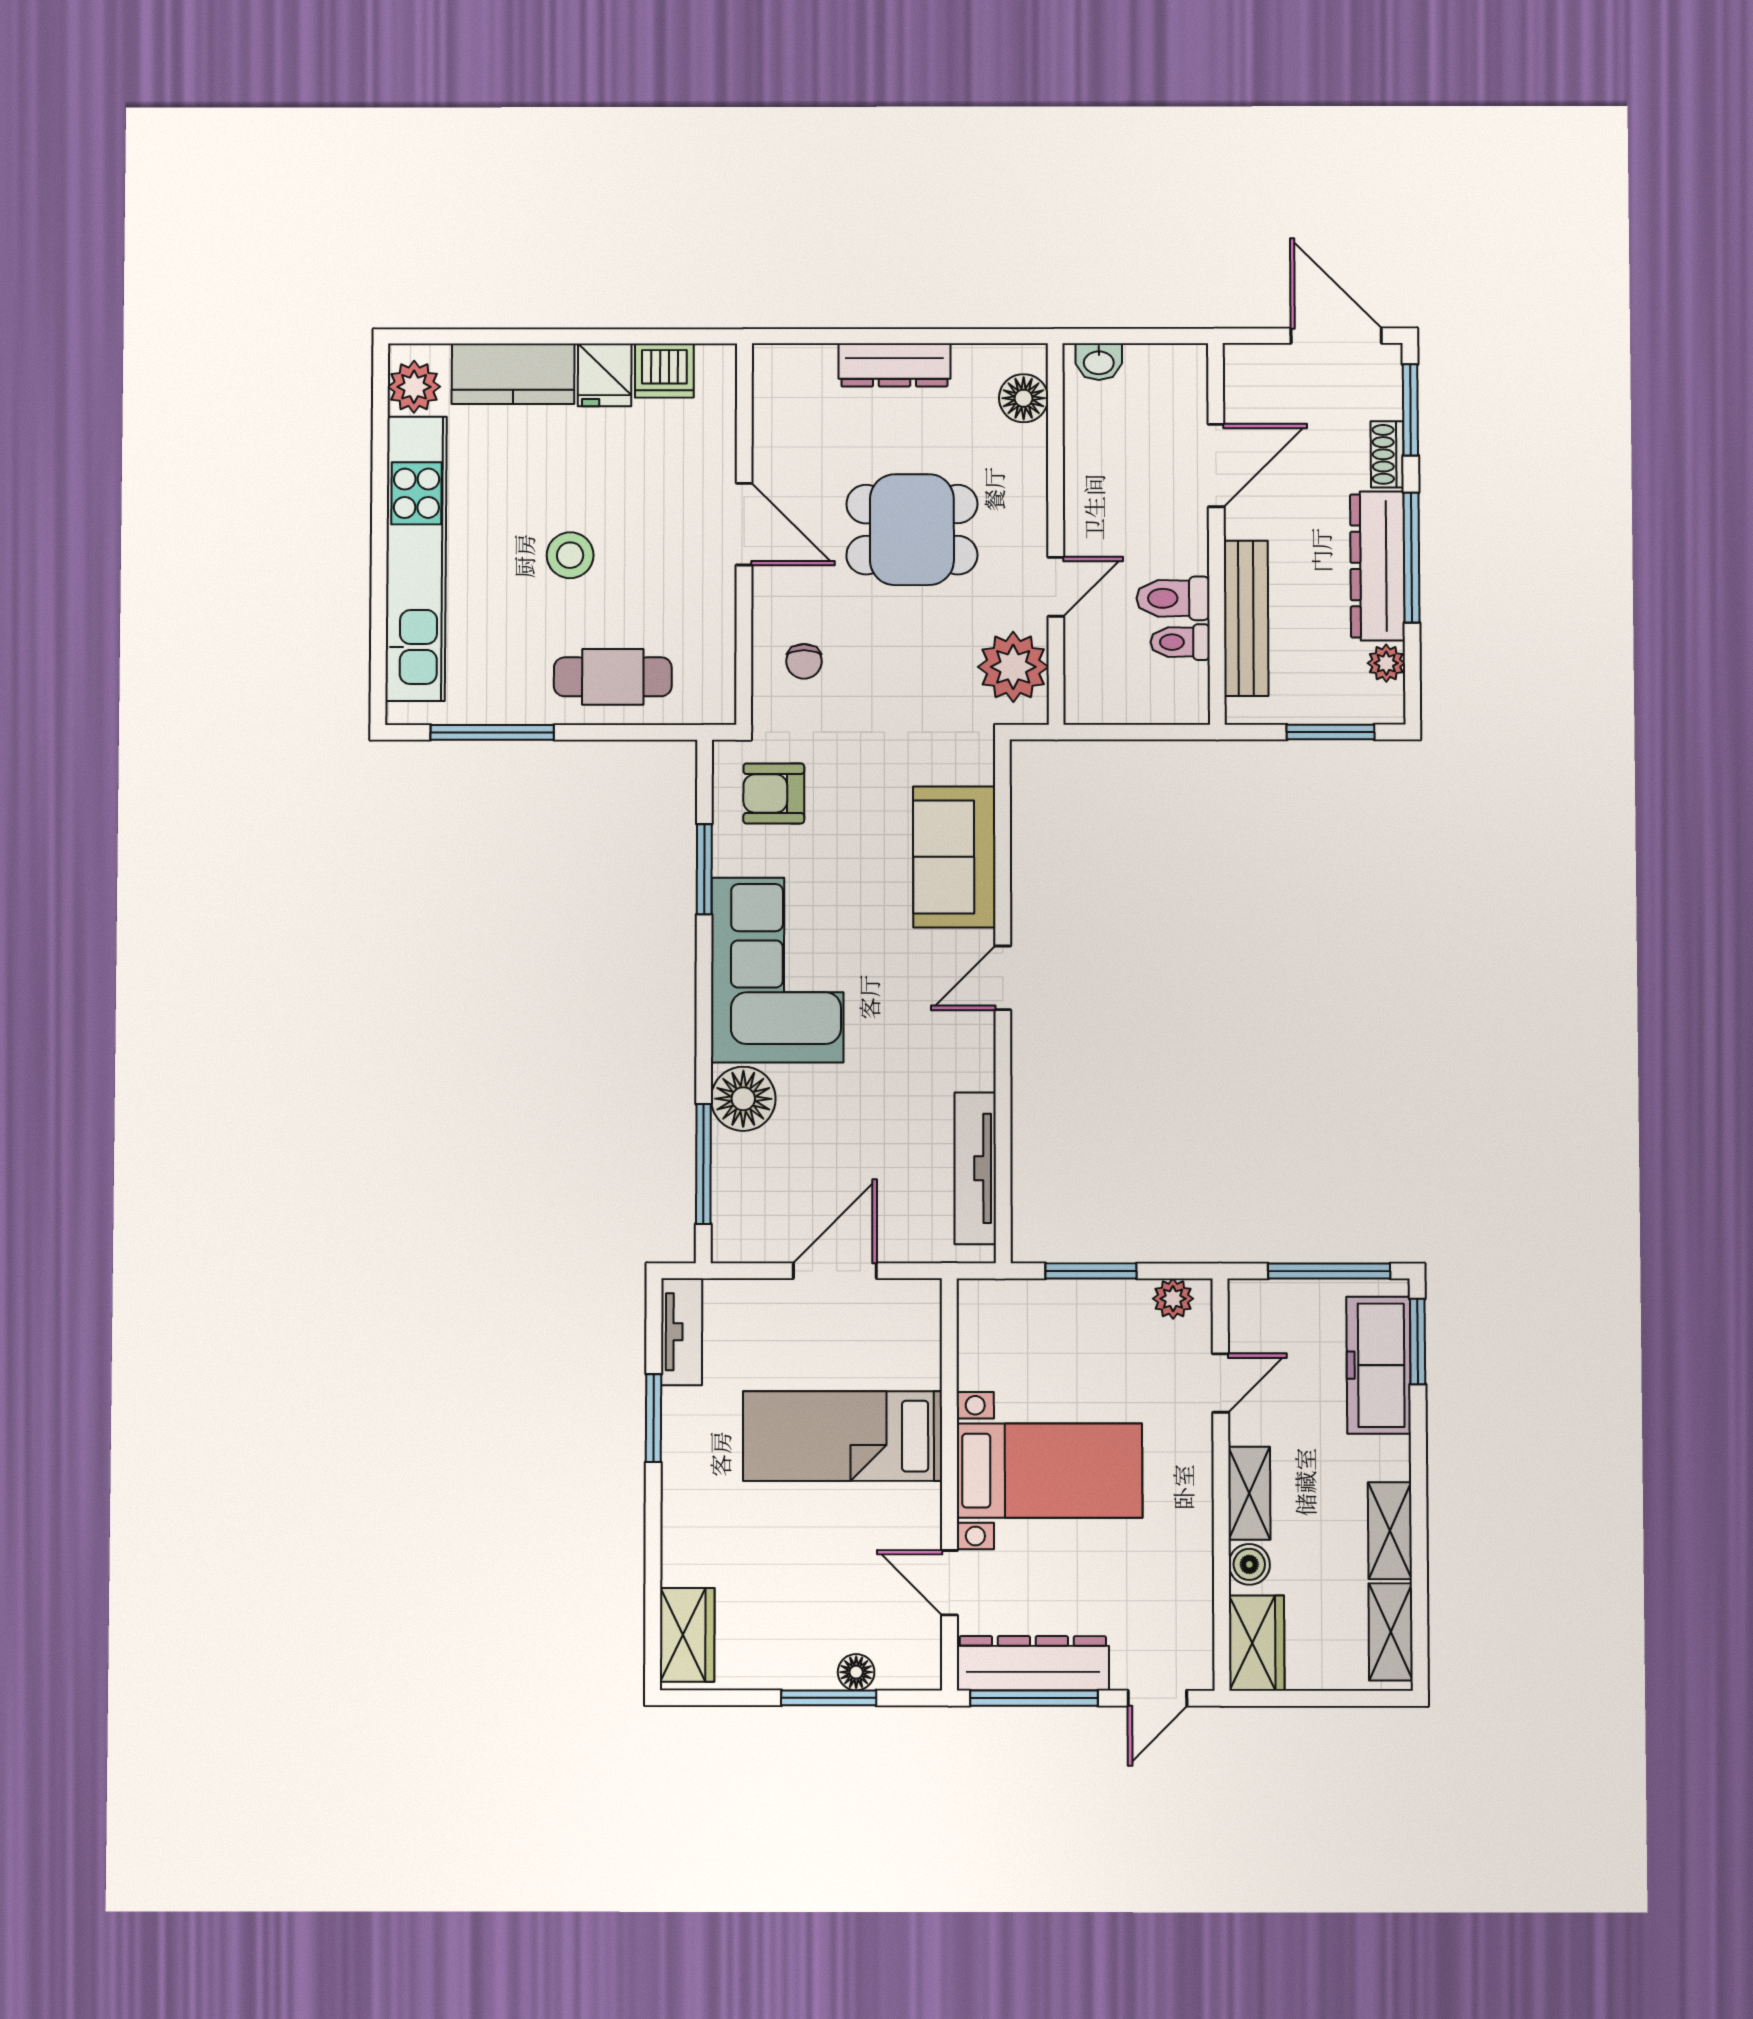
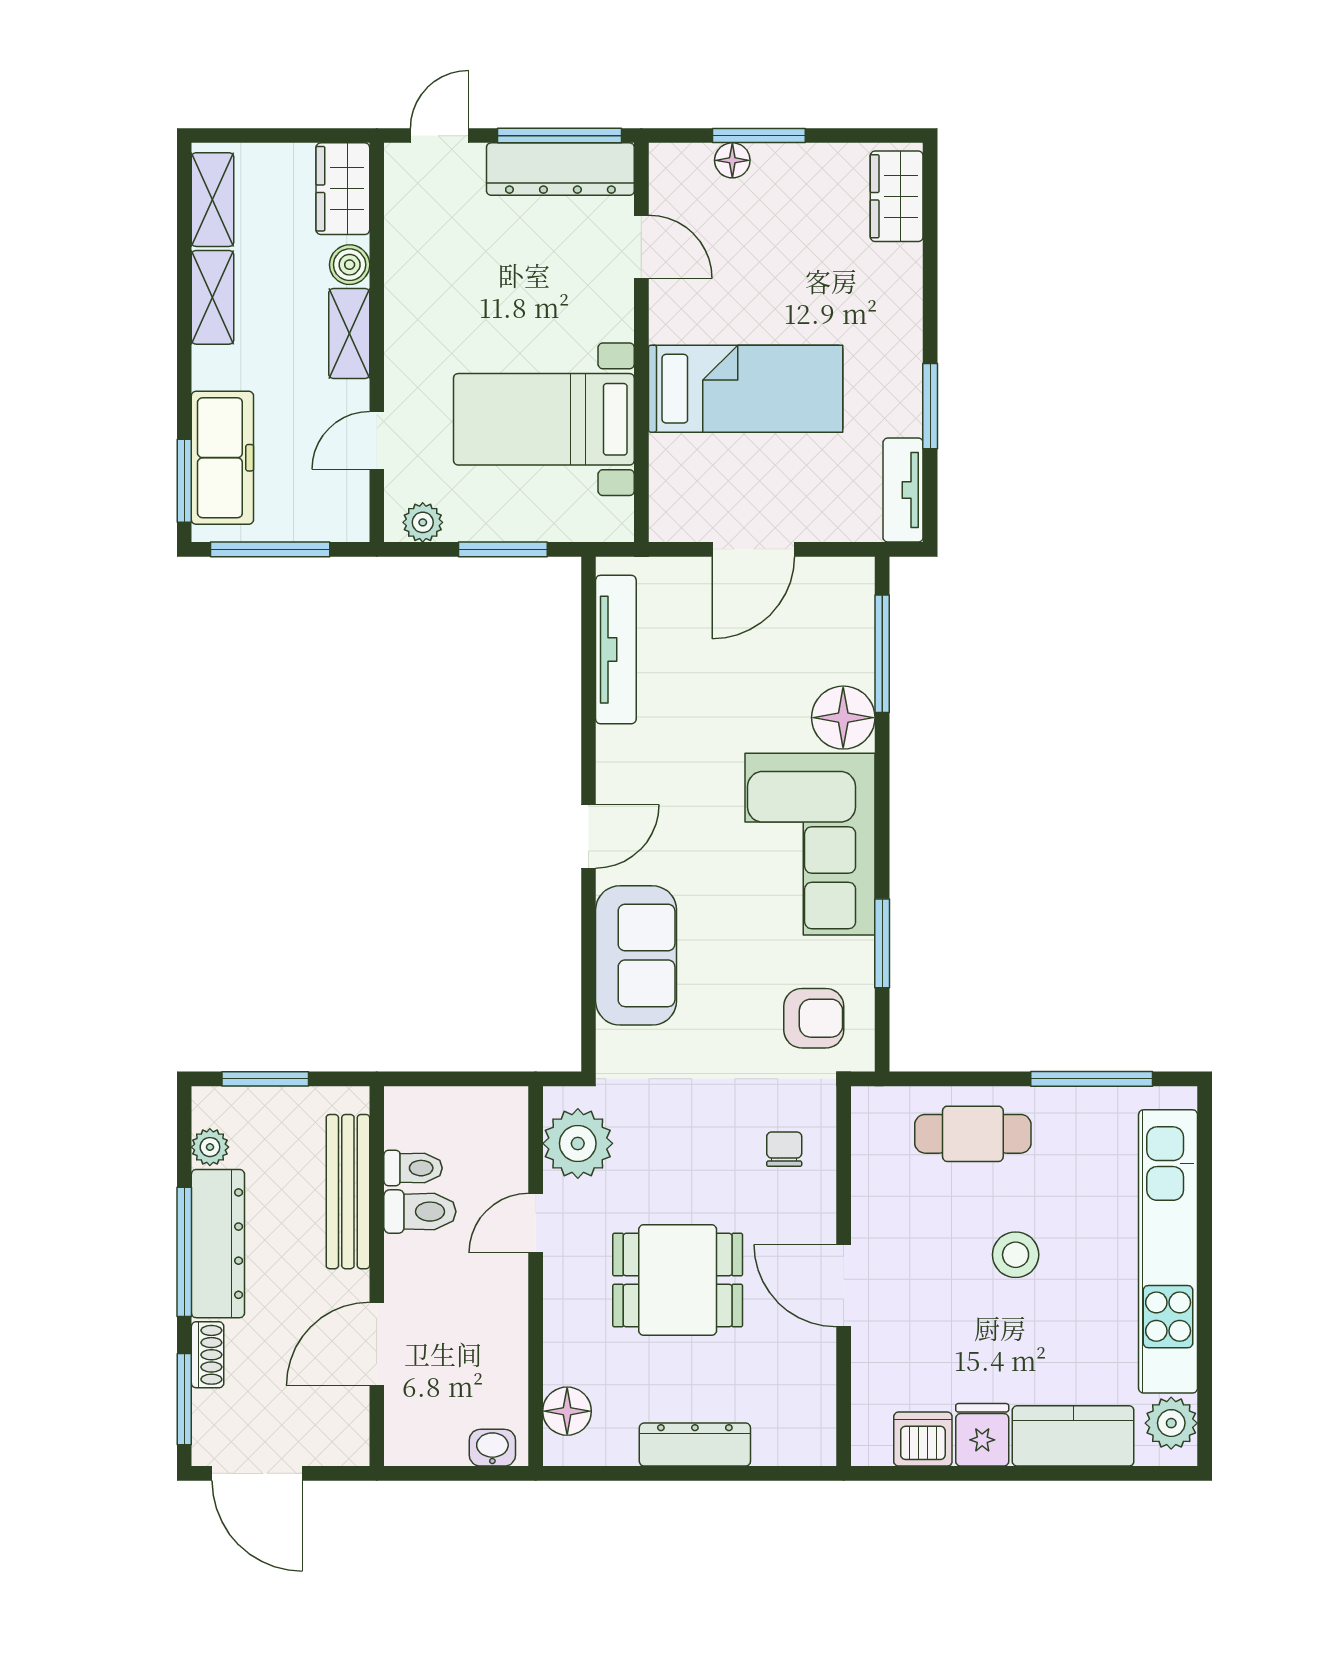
bed with nightstands: (1049, 1471) -> (544, 419), moved

